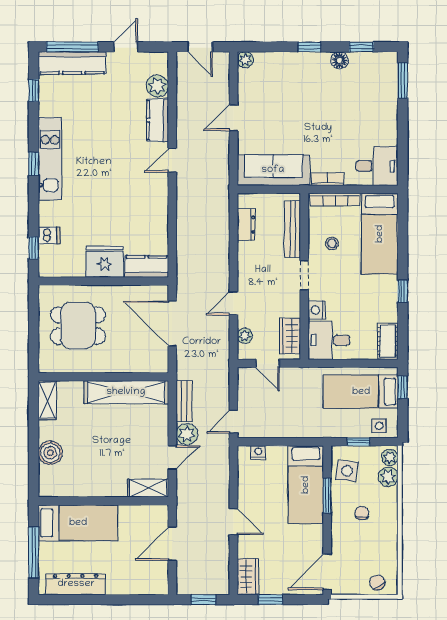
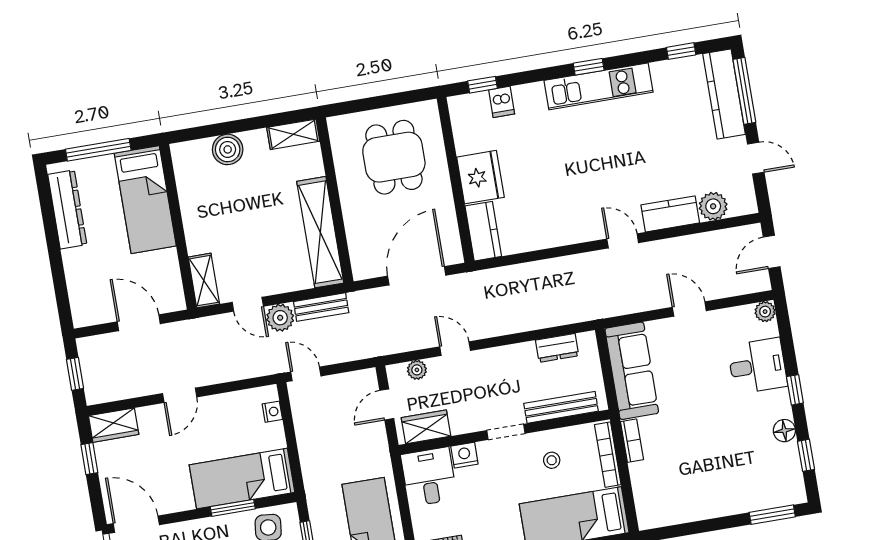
desk: (377, 166) -> (757, 366), moved, turned -90

